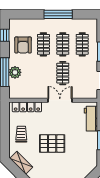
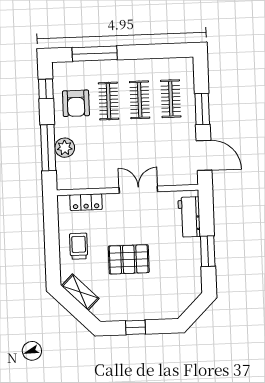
window: (58, 14) -> (95, 54), moved
clothes rail: (63, 73) -> (141, 146), removed
locker: (27, 107) -> (86, 202), width x0.66

